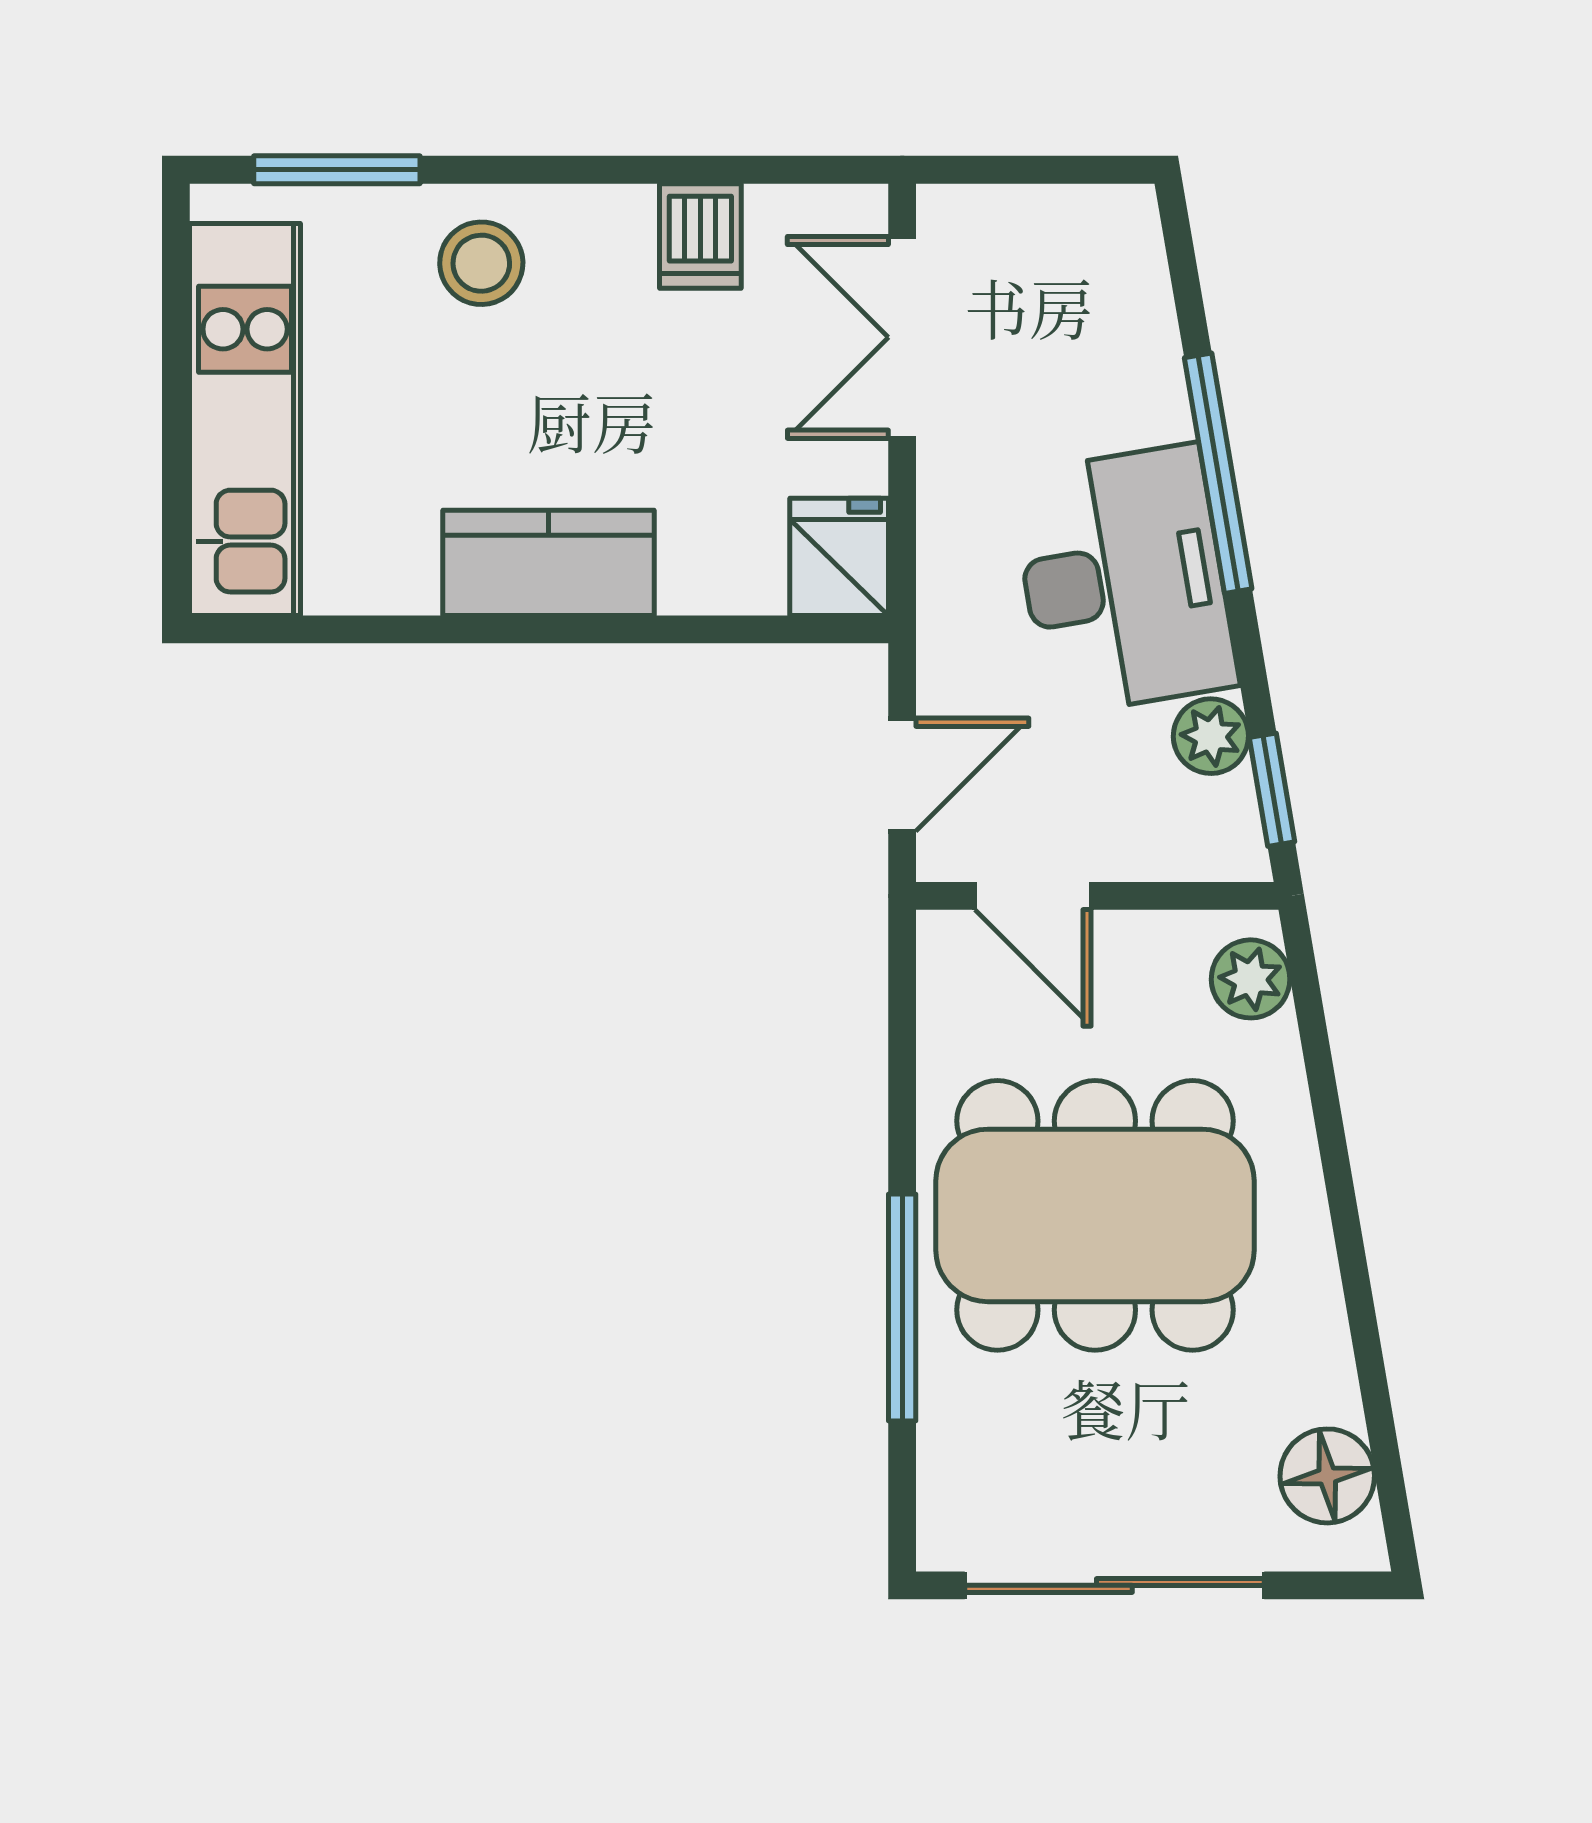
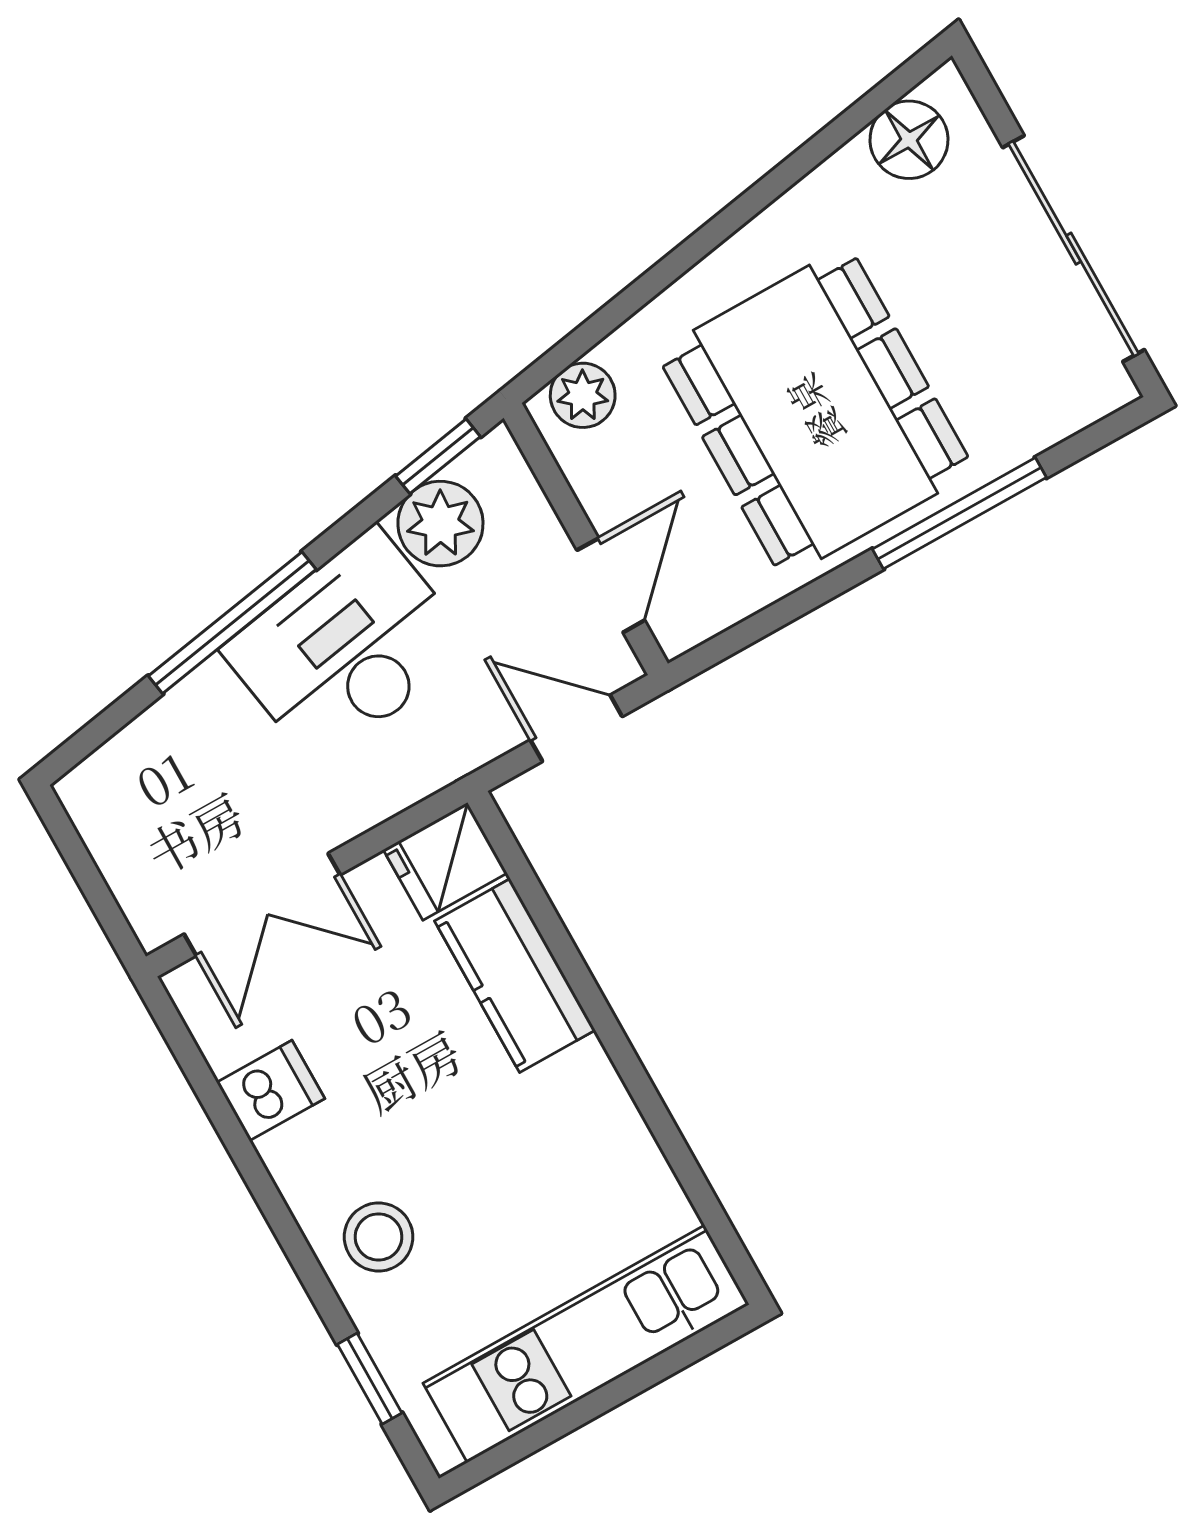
window: (337, 170) -> (370, 1379), width x0.67
kitchen counter: (548, 563) -> (515, 976), moved
plant: (1211, 736) -> (440, 524), width x1.38, depth x1.38

